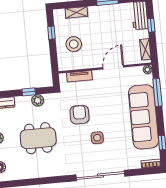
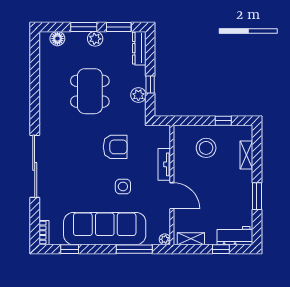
tv unit: (79, 76) -> (164, 164), moved
side table: (97, 138) -> (123, 186), moved

